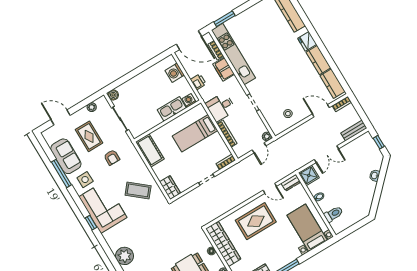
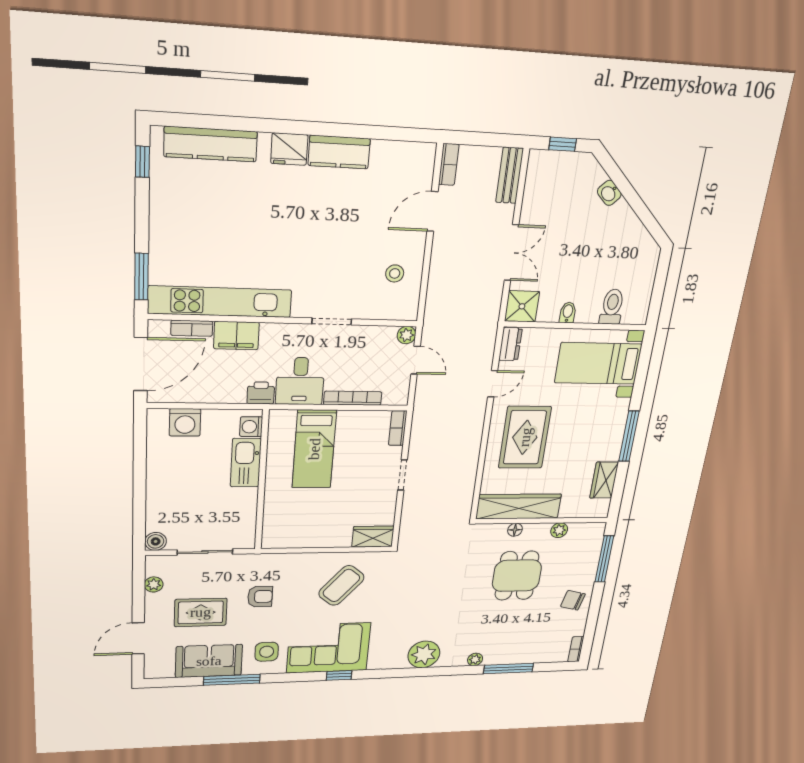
printer: (198, 82) -> (261, 393), moved
kitchen counter: (333, 84) -> (401, 156), removed
cot: (150, 151) -> (291, 535), removed

